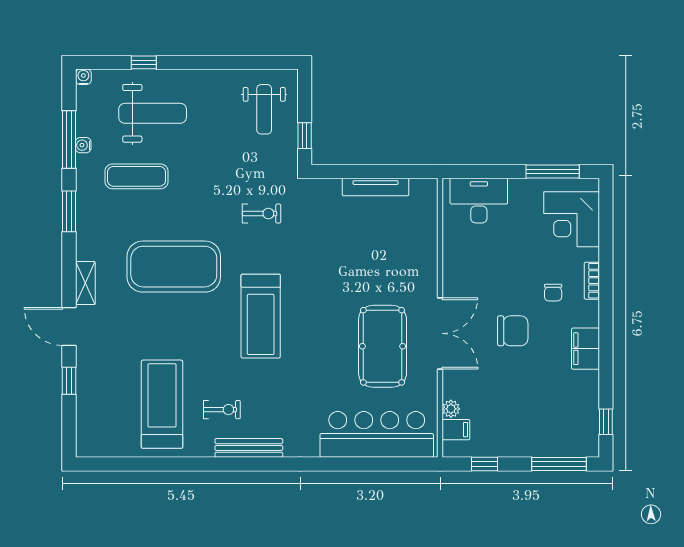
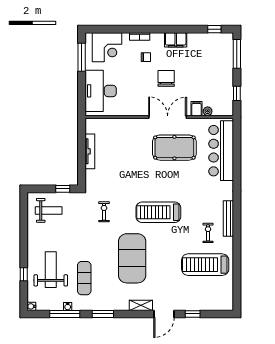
desk: (479, 201) -> (101, 91), width x1.36, depth x1.30
treadmill: (261, 316) -> (158, 212), turned 180
filing cabinet: (456, 430) -> (197, 109), moved

